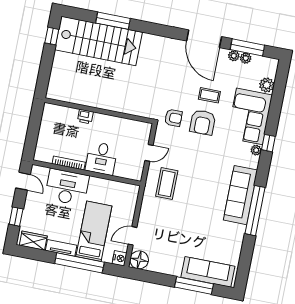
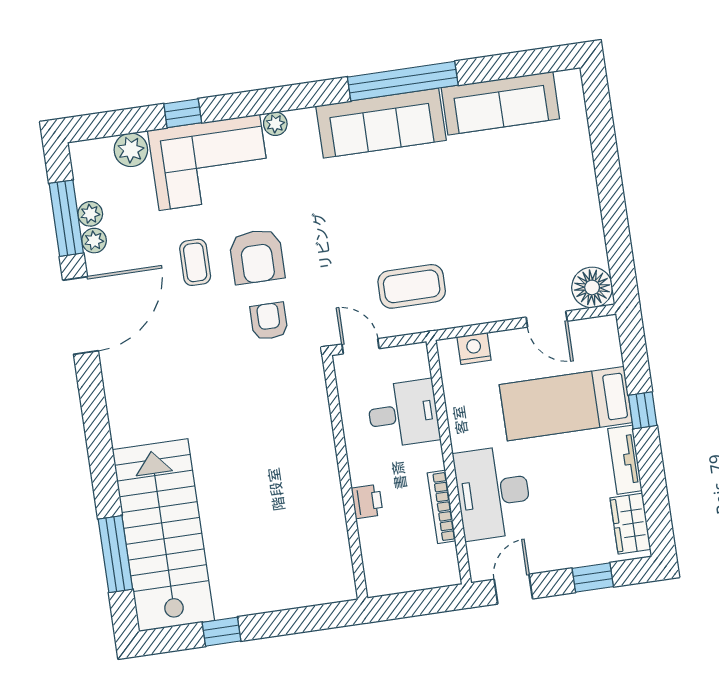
window: (113, 21) -> (115, 554), moved
window: (52, 36) -> (222, 632), moved
wall: (99, 111) -> (345, 477), moved
printer: (85, 117) -> (367, 501), moved
armchair: (203, 122) -> (257, 256), turned 90
window: (268, 143) -> (183, 113), moved
desk: (101, 158) -> (403, 414), moved
nightstand: (120, 258) -> (474, 349), moved
window: (79, 263) -> (643, 410), width x0.32
sofa: (208, 272) -> (500, 103), moved, turned -90
window: (194, 286) -> (605, 153), removed

